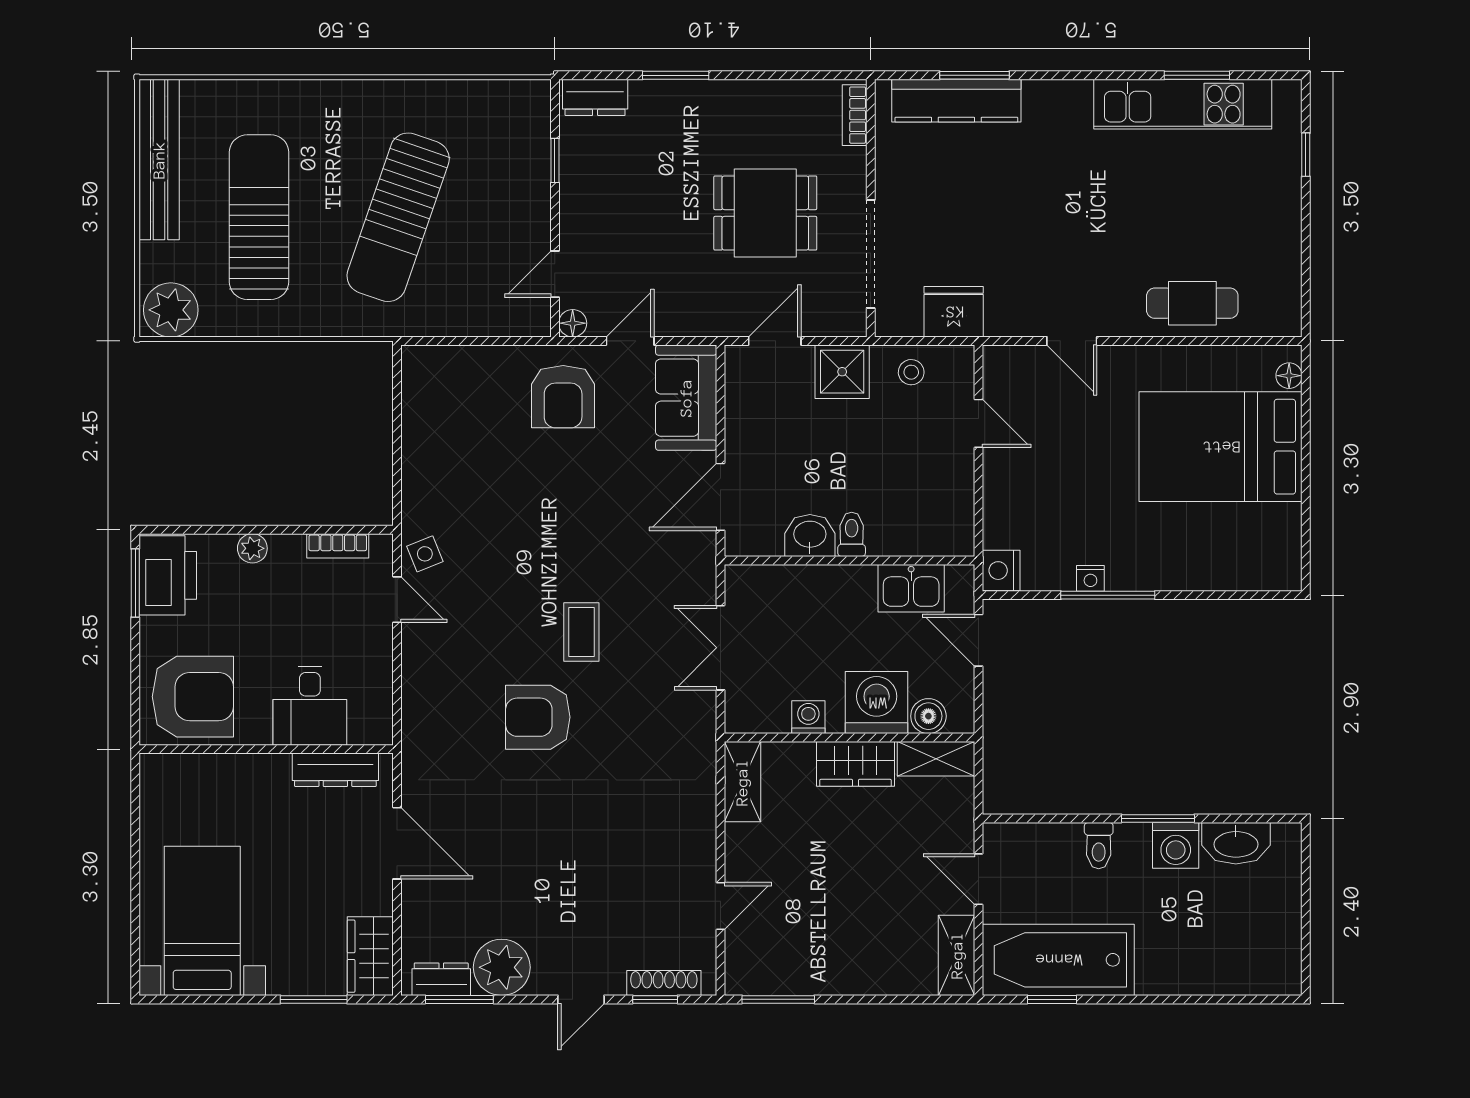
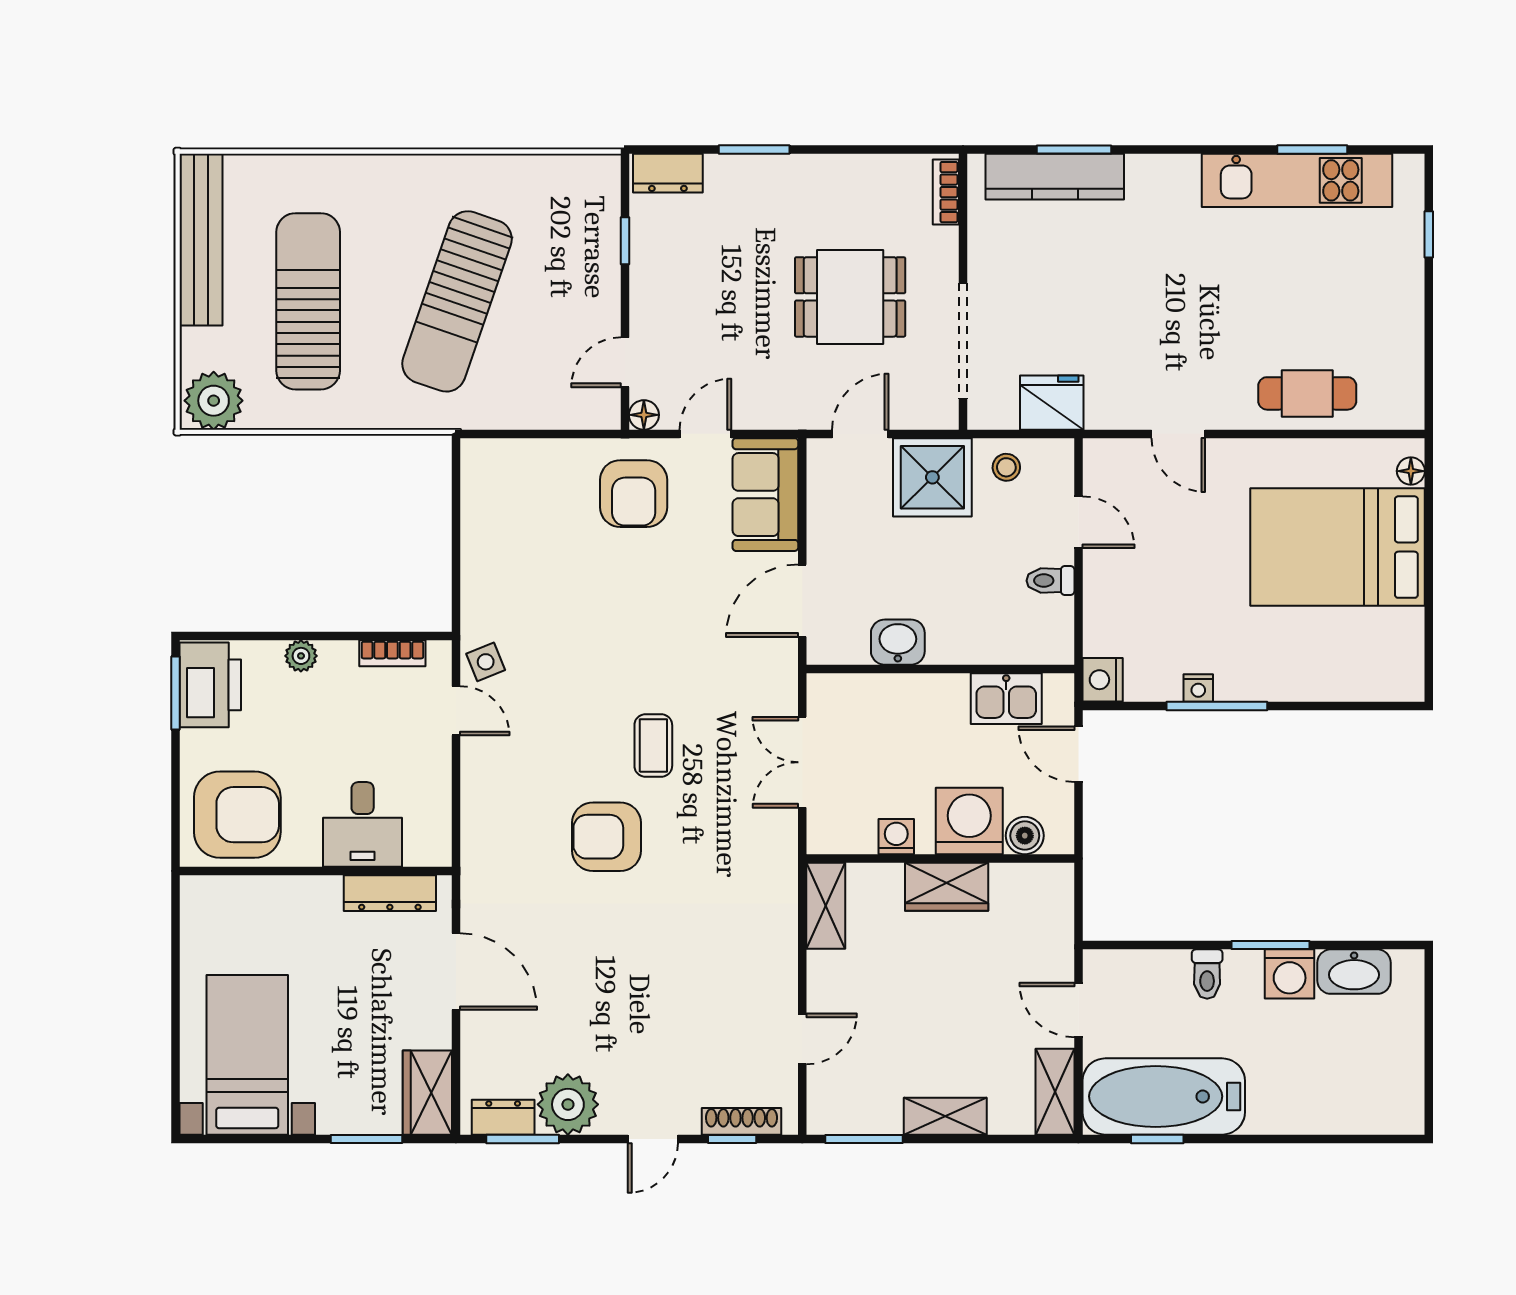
shower: (842, 372) -> (932, 477), width x1.36, depth x1.36
toilet: (852, 534) -> (1050, 581), moved, turned -90
shelving: (936, 759) -> (945, 1116), moved

